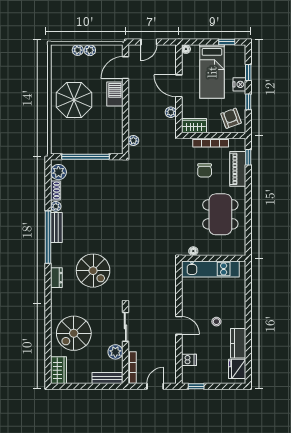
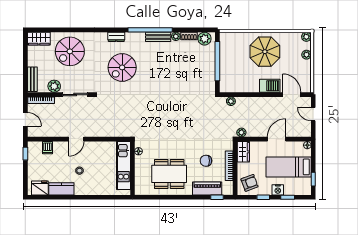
plant: (90, 50) -> (306, 37), moved
plant: (171, 112) -> (241, 132), moved
spiral stairs: (74, 333) -> (70, 51), turned -90

